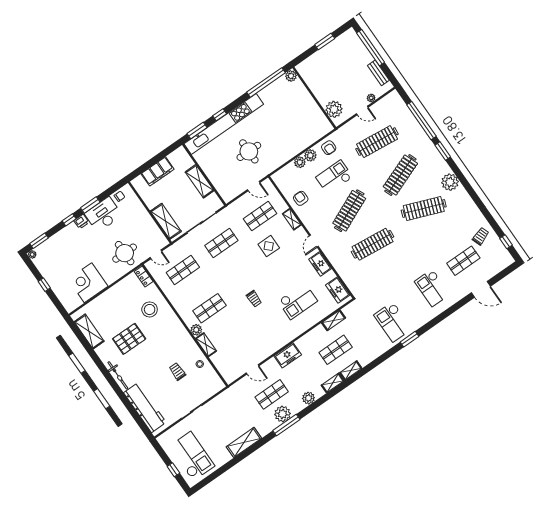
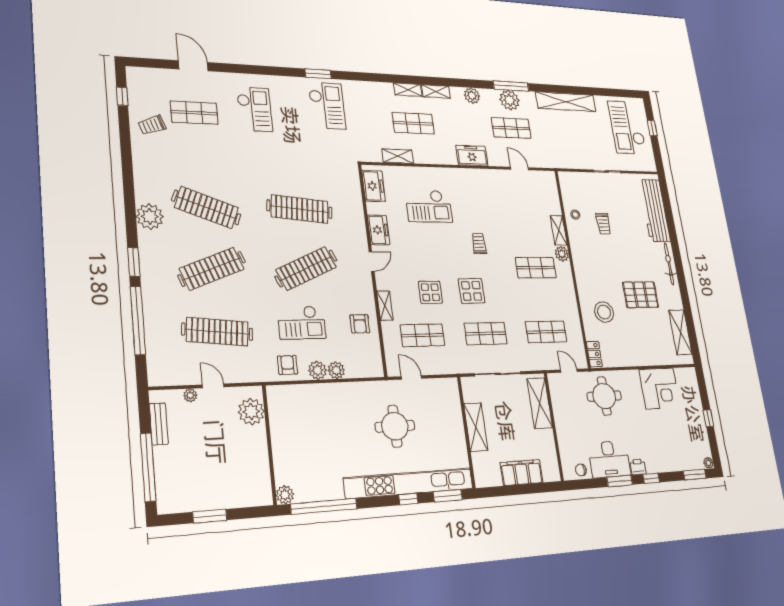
display table: (244, 264) -> (472, 291), added
checkout: (298, 301) -> (429, 206), turned 180
shelving: (244, 442) -> (566, 102), width x1.47

